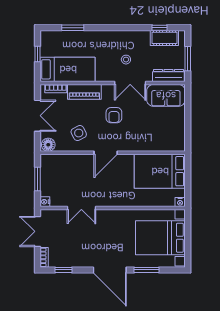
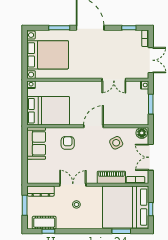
bed: (68, 69) -> (126, 207), width x2.04
sofa: (166, 95) -> (36, 143), moved, turned 90
armchair: (114, 115) -> (68, 143), moved
double door: (81, 208) -> (114, 80), swing flipped

